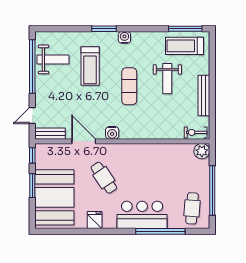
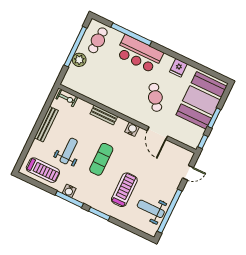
window: (185, 29) -> (69, 199), moved
water cooler: (124, 37) -> (69, 191), moved
bench: (50, 134) -> (104, 115), moved
plant: (202, 151) -> (79, 60), moved

